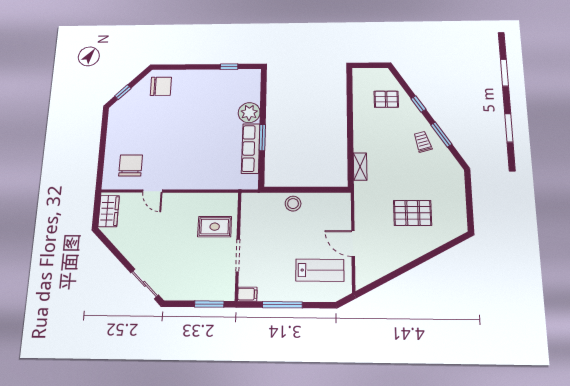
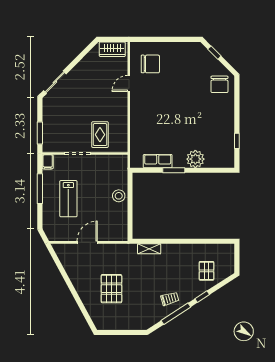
window: (441, 135) -> (176, 314), width x1.44
row of seats: (251, 148) -> (158, 161), width x0.68
lab bench: (320, 270) -> (68, 199), moved

